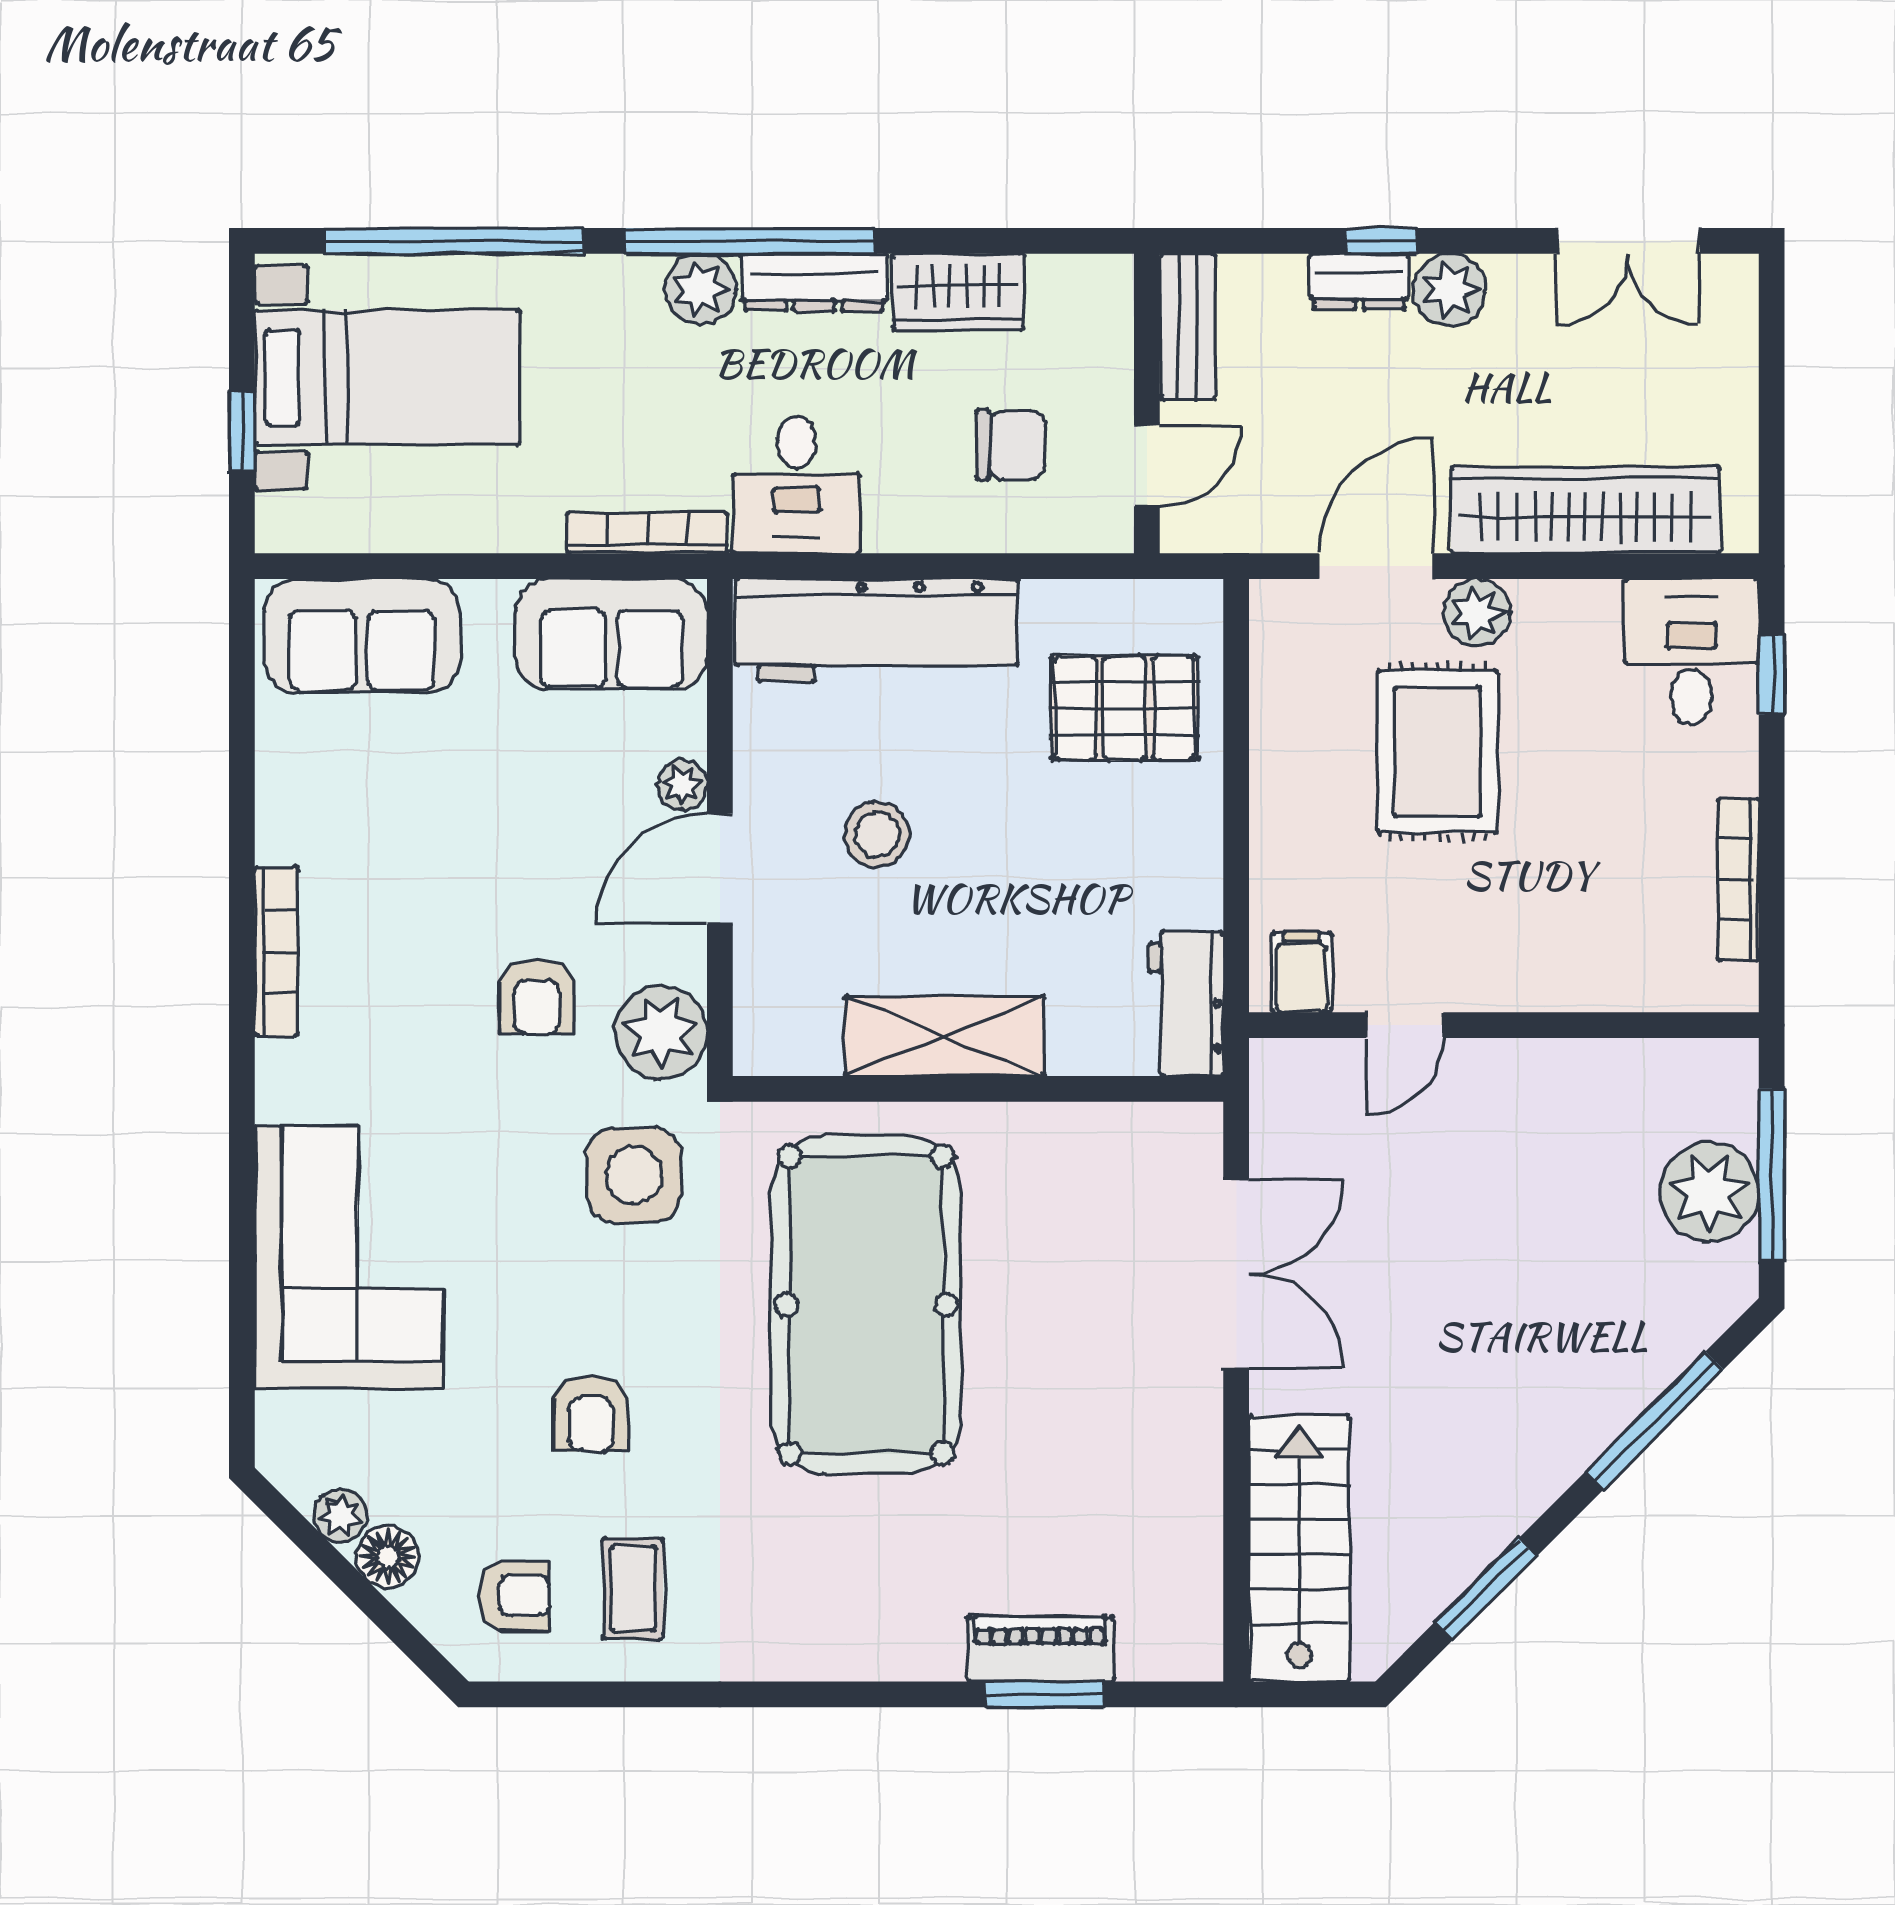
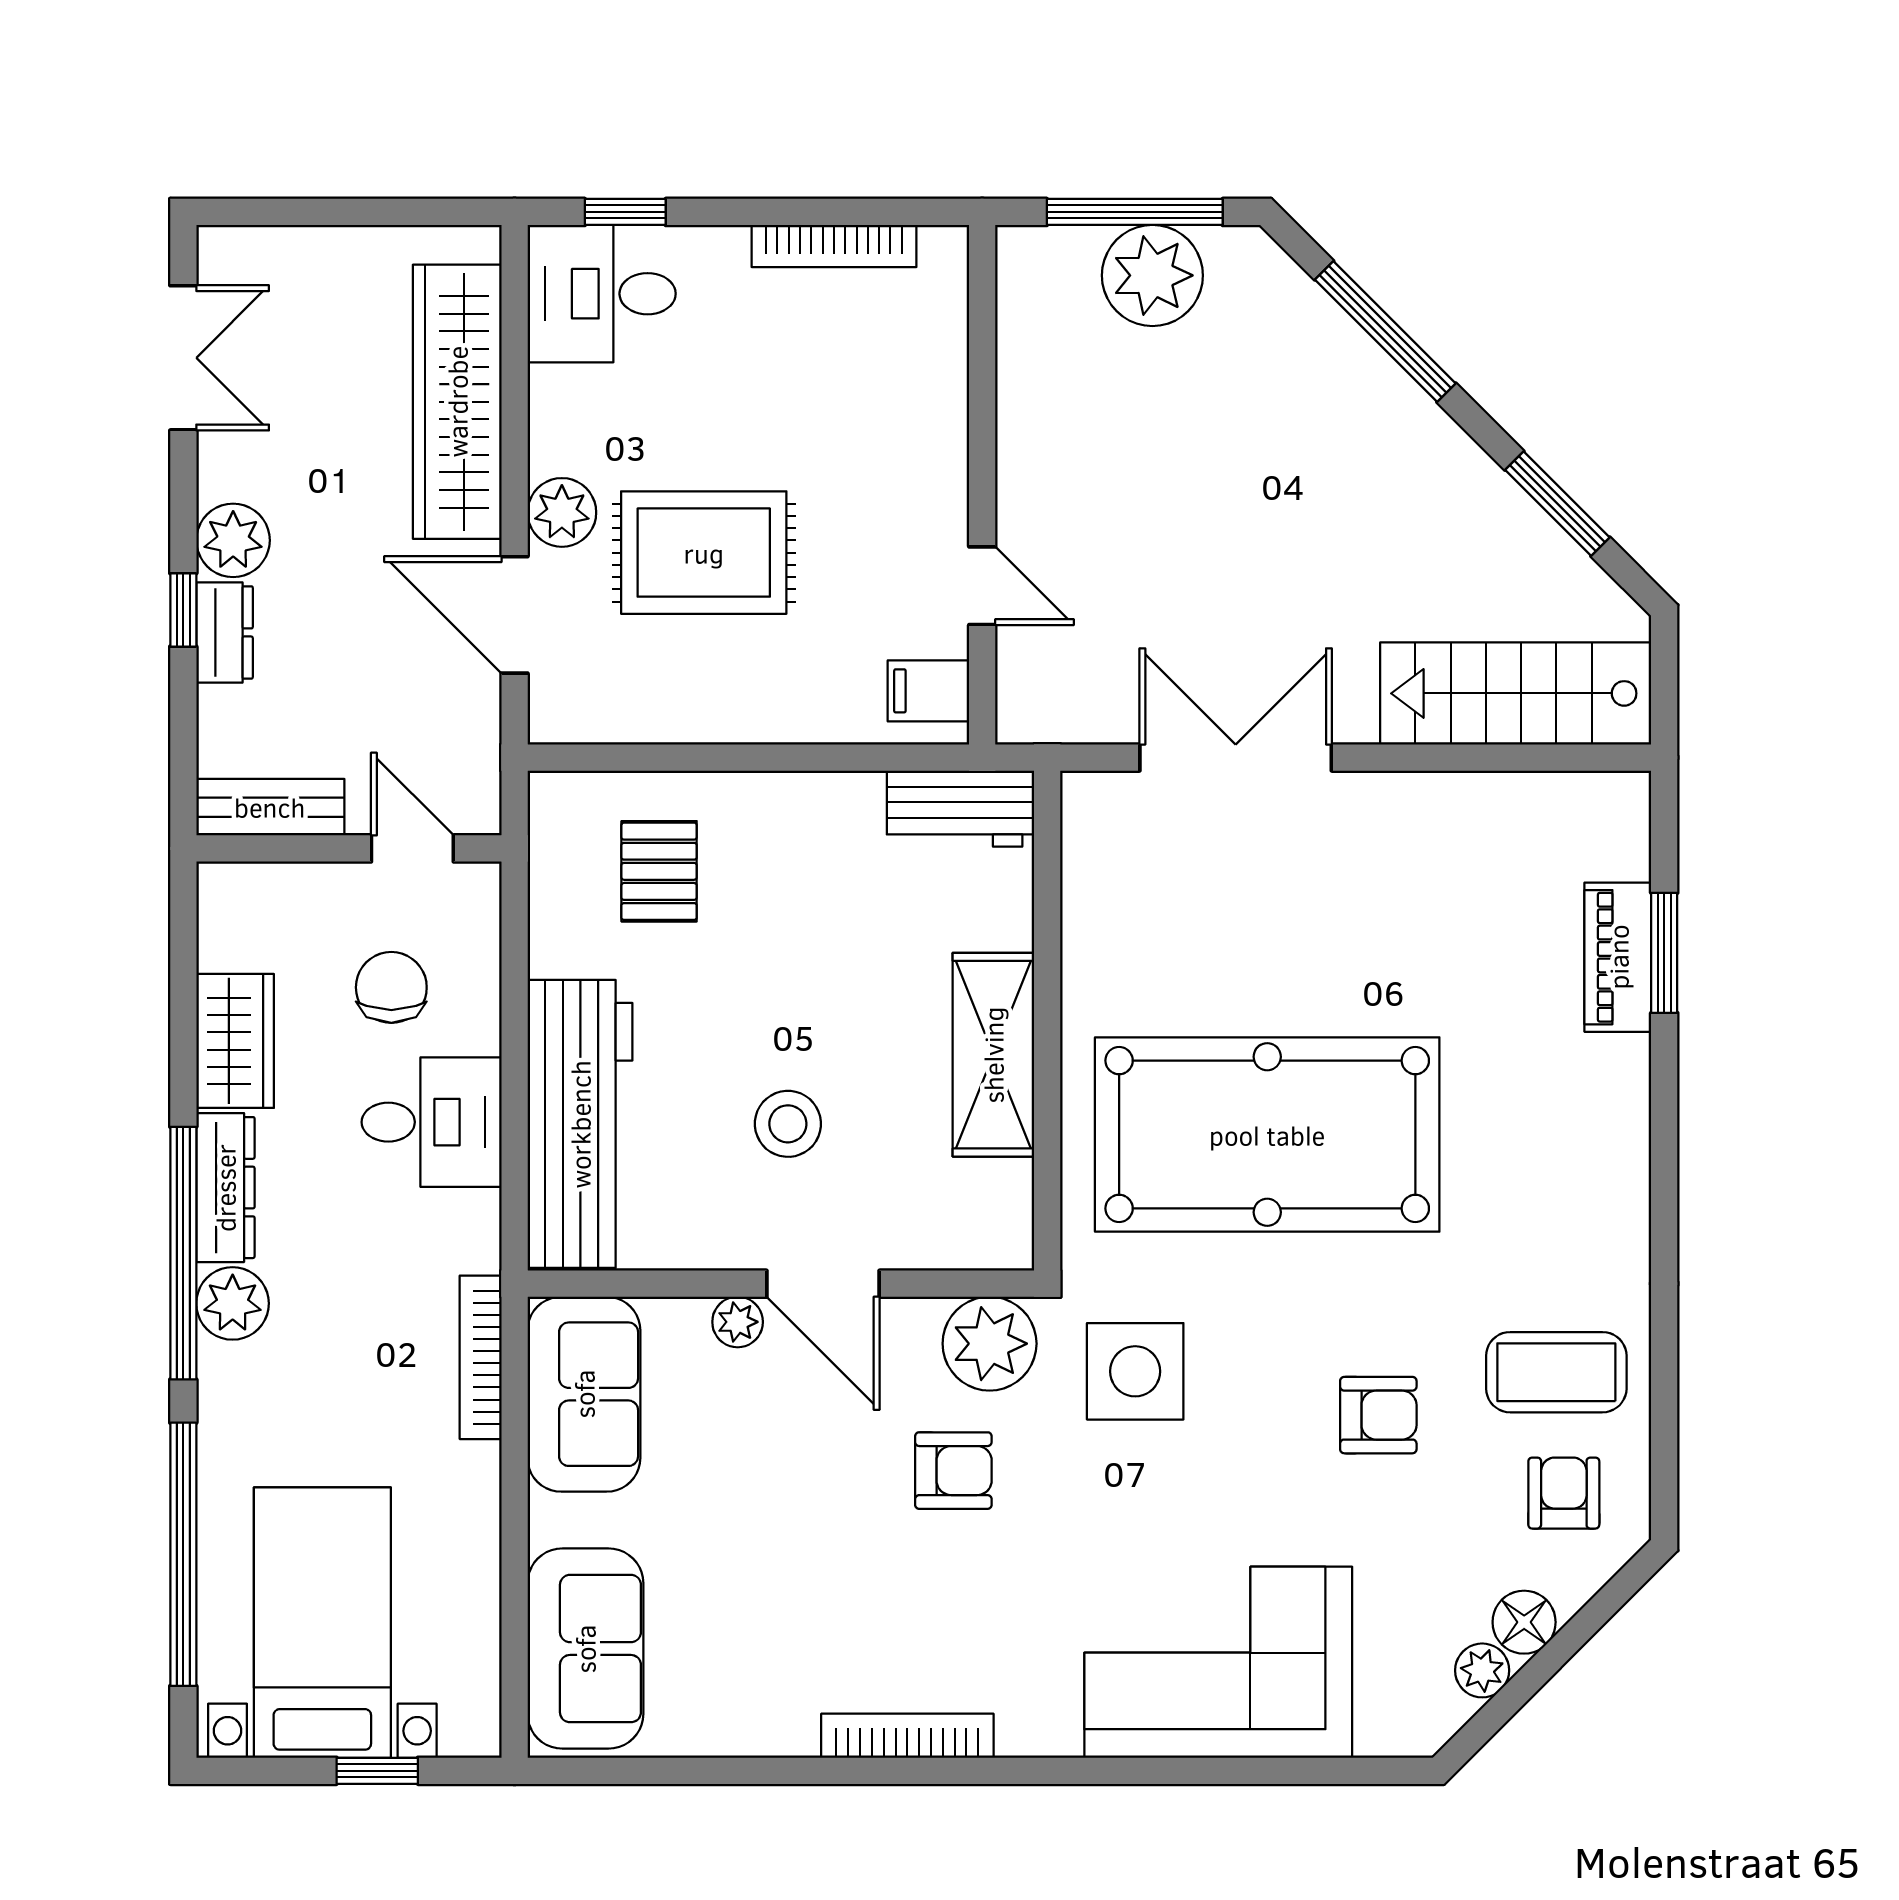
desk: (797, 485) -> (432, 1122), moved
pallet: (1125, 708) -> (659, 871), width x0.67, depth x0.71
coffee table: (633, 1589) -> (1556, 1372), width x1.36, depth x1.30

